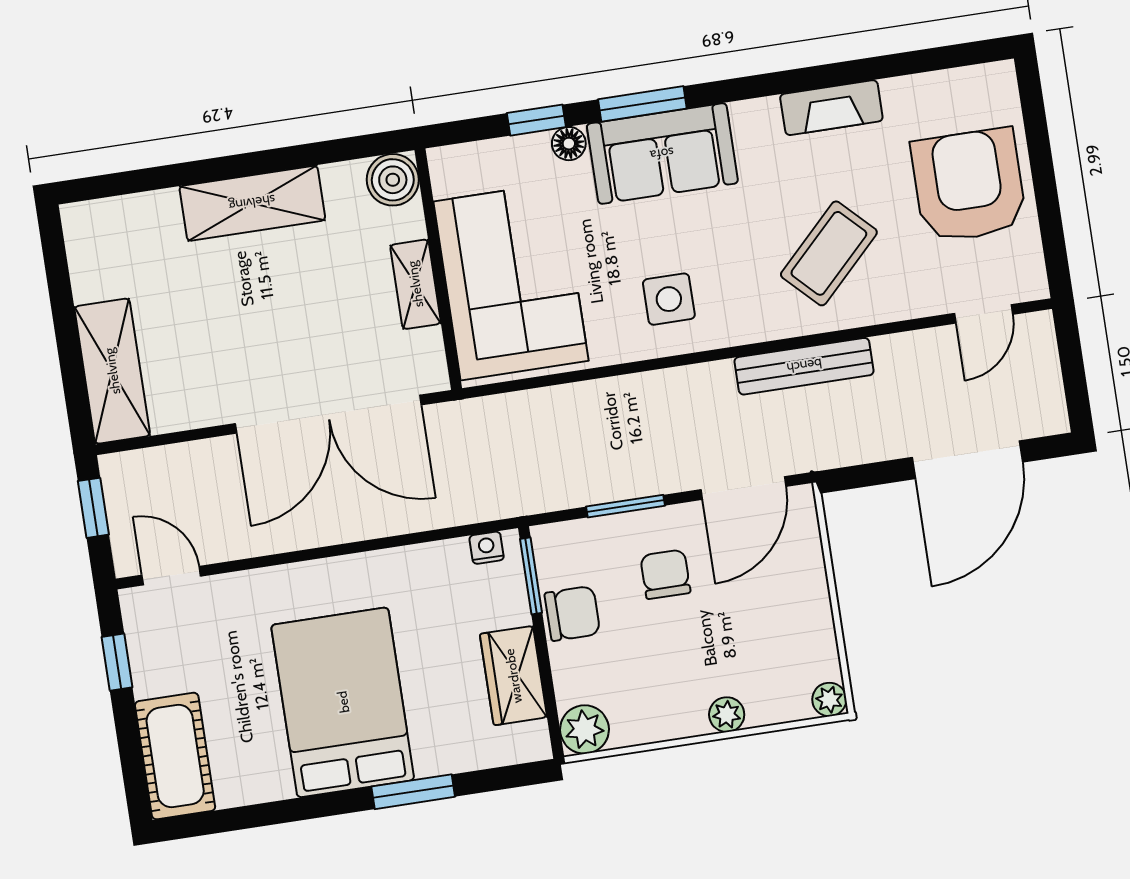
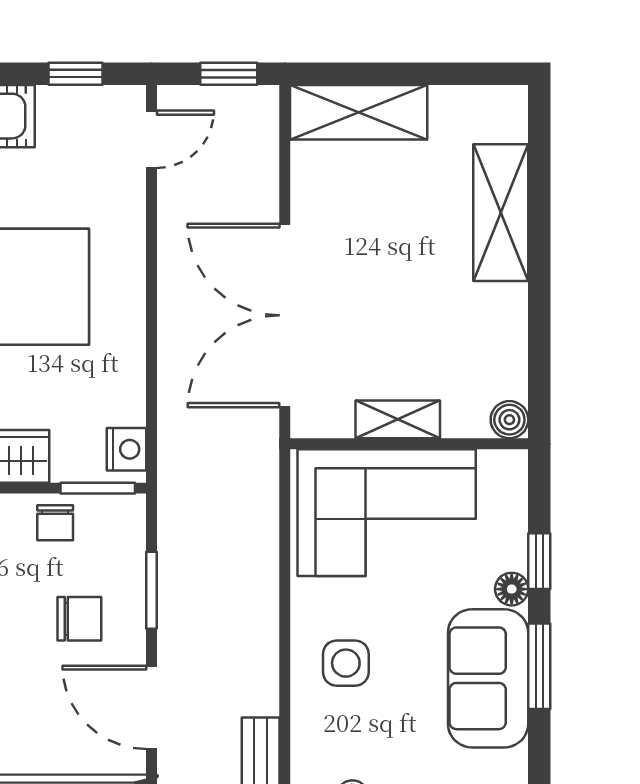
boiler: (393, 180) -> (509, 420), width x0.73, depth x0.73
shelving: (252, 203) -> (501, 213), moved
nightstand: (487, 548) -> (127, 449), width x1.39, depth x1.35
chair: (572, 613) -> (55, 523), width x0.73, depth x0.73

